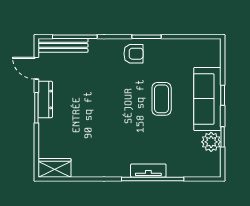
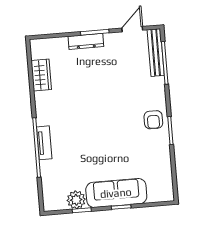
dresser: (45, 99) -> (86, 41), moved
coffee table: (162, 99) -> (113, 150), removed
wardrobe: (54, 168) -> (41, 75), moved

